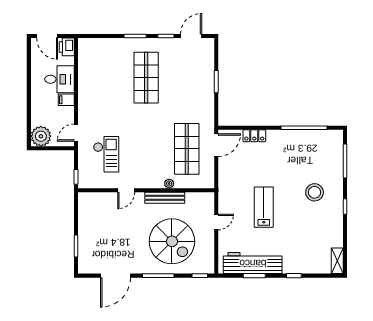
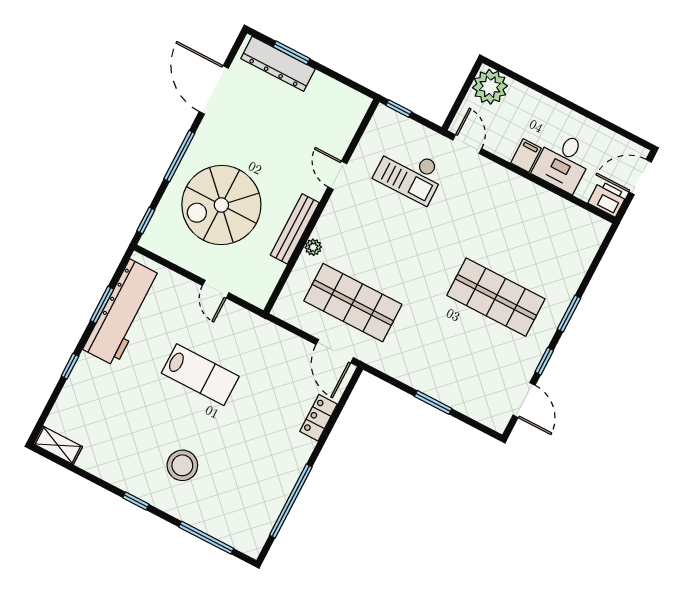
dresser: (85, 250) -> (278, 64), added

